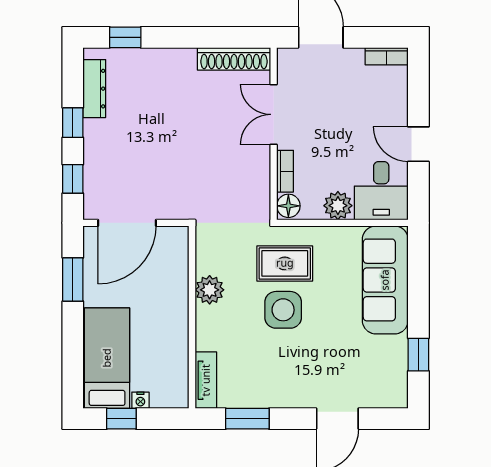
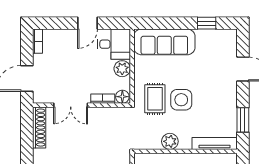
tv unit: (206, 380) -> (215, 143), width x1.41

